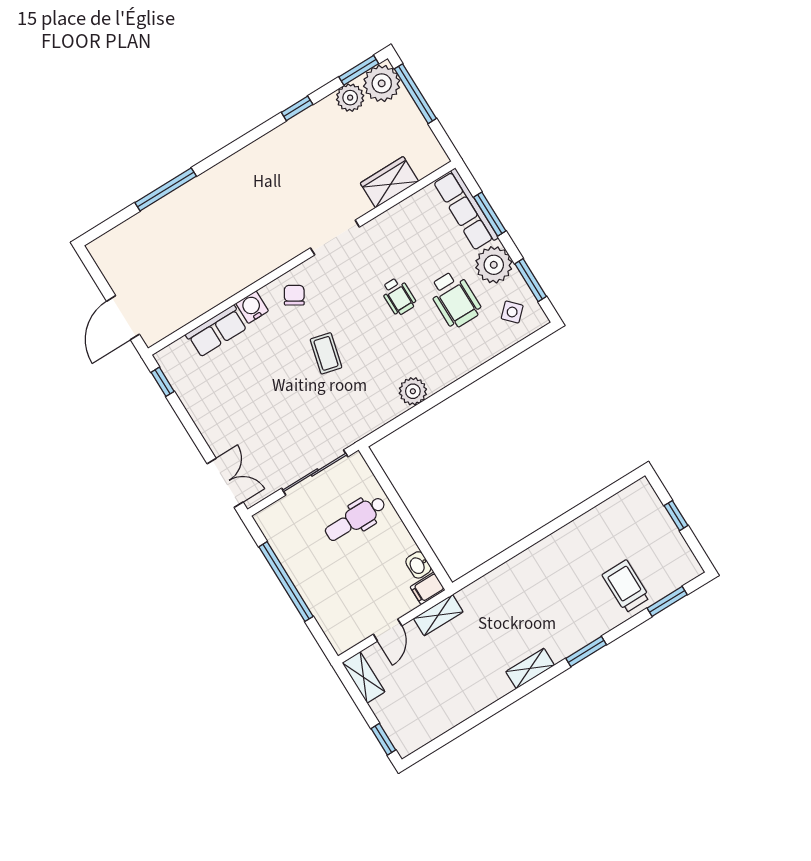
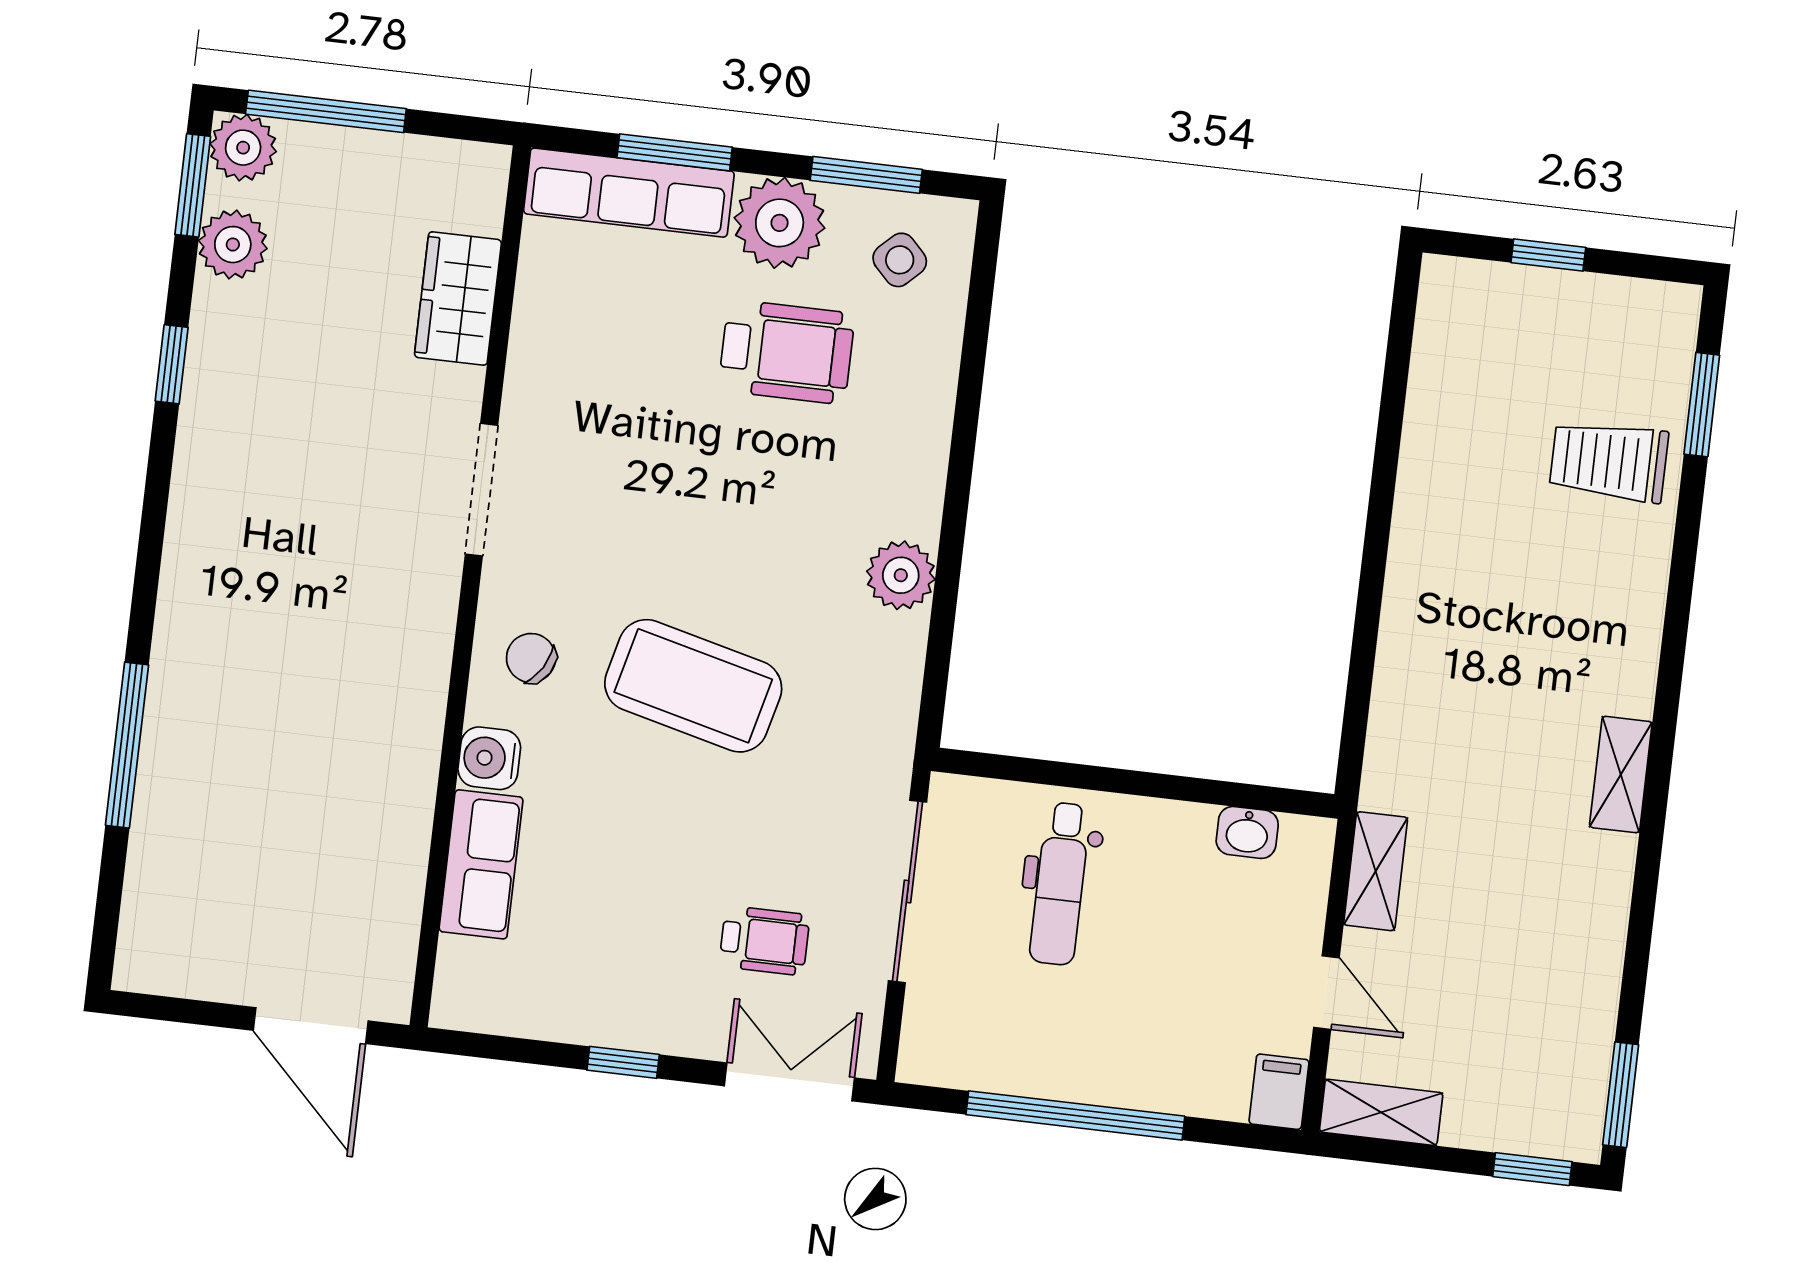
plant: (382, 83) -> (243, 148), width x0.73, depth x0.73
wheelchair: (398, 296) -> (764, 941), moved
coffee table: (326, 353) -> (693, 686), width x1.86, depth x1.72
window: (163, 382) -> (623, 1062), moved
filing cabinet: (428, 588) -> (1279, 1092), moved, turned 180
window: (586, 651) -> (1621, 1095), moved

